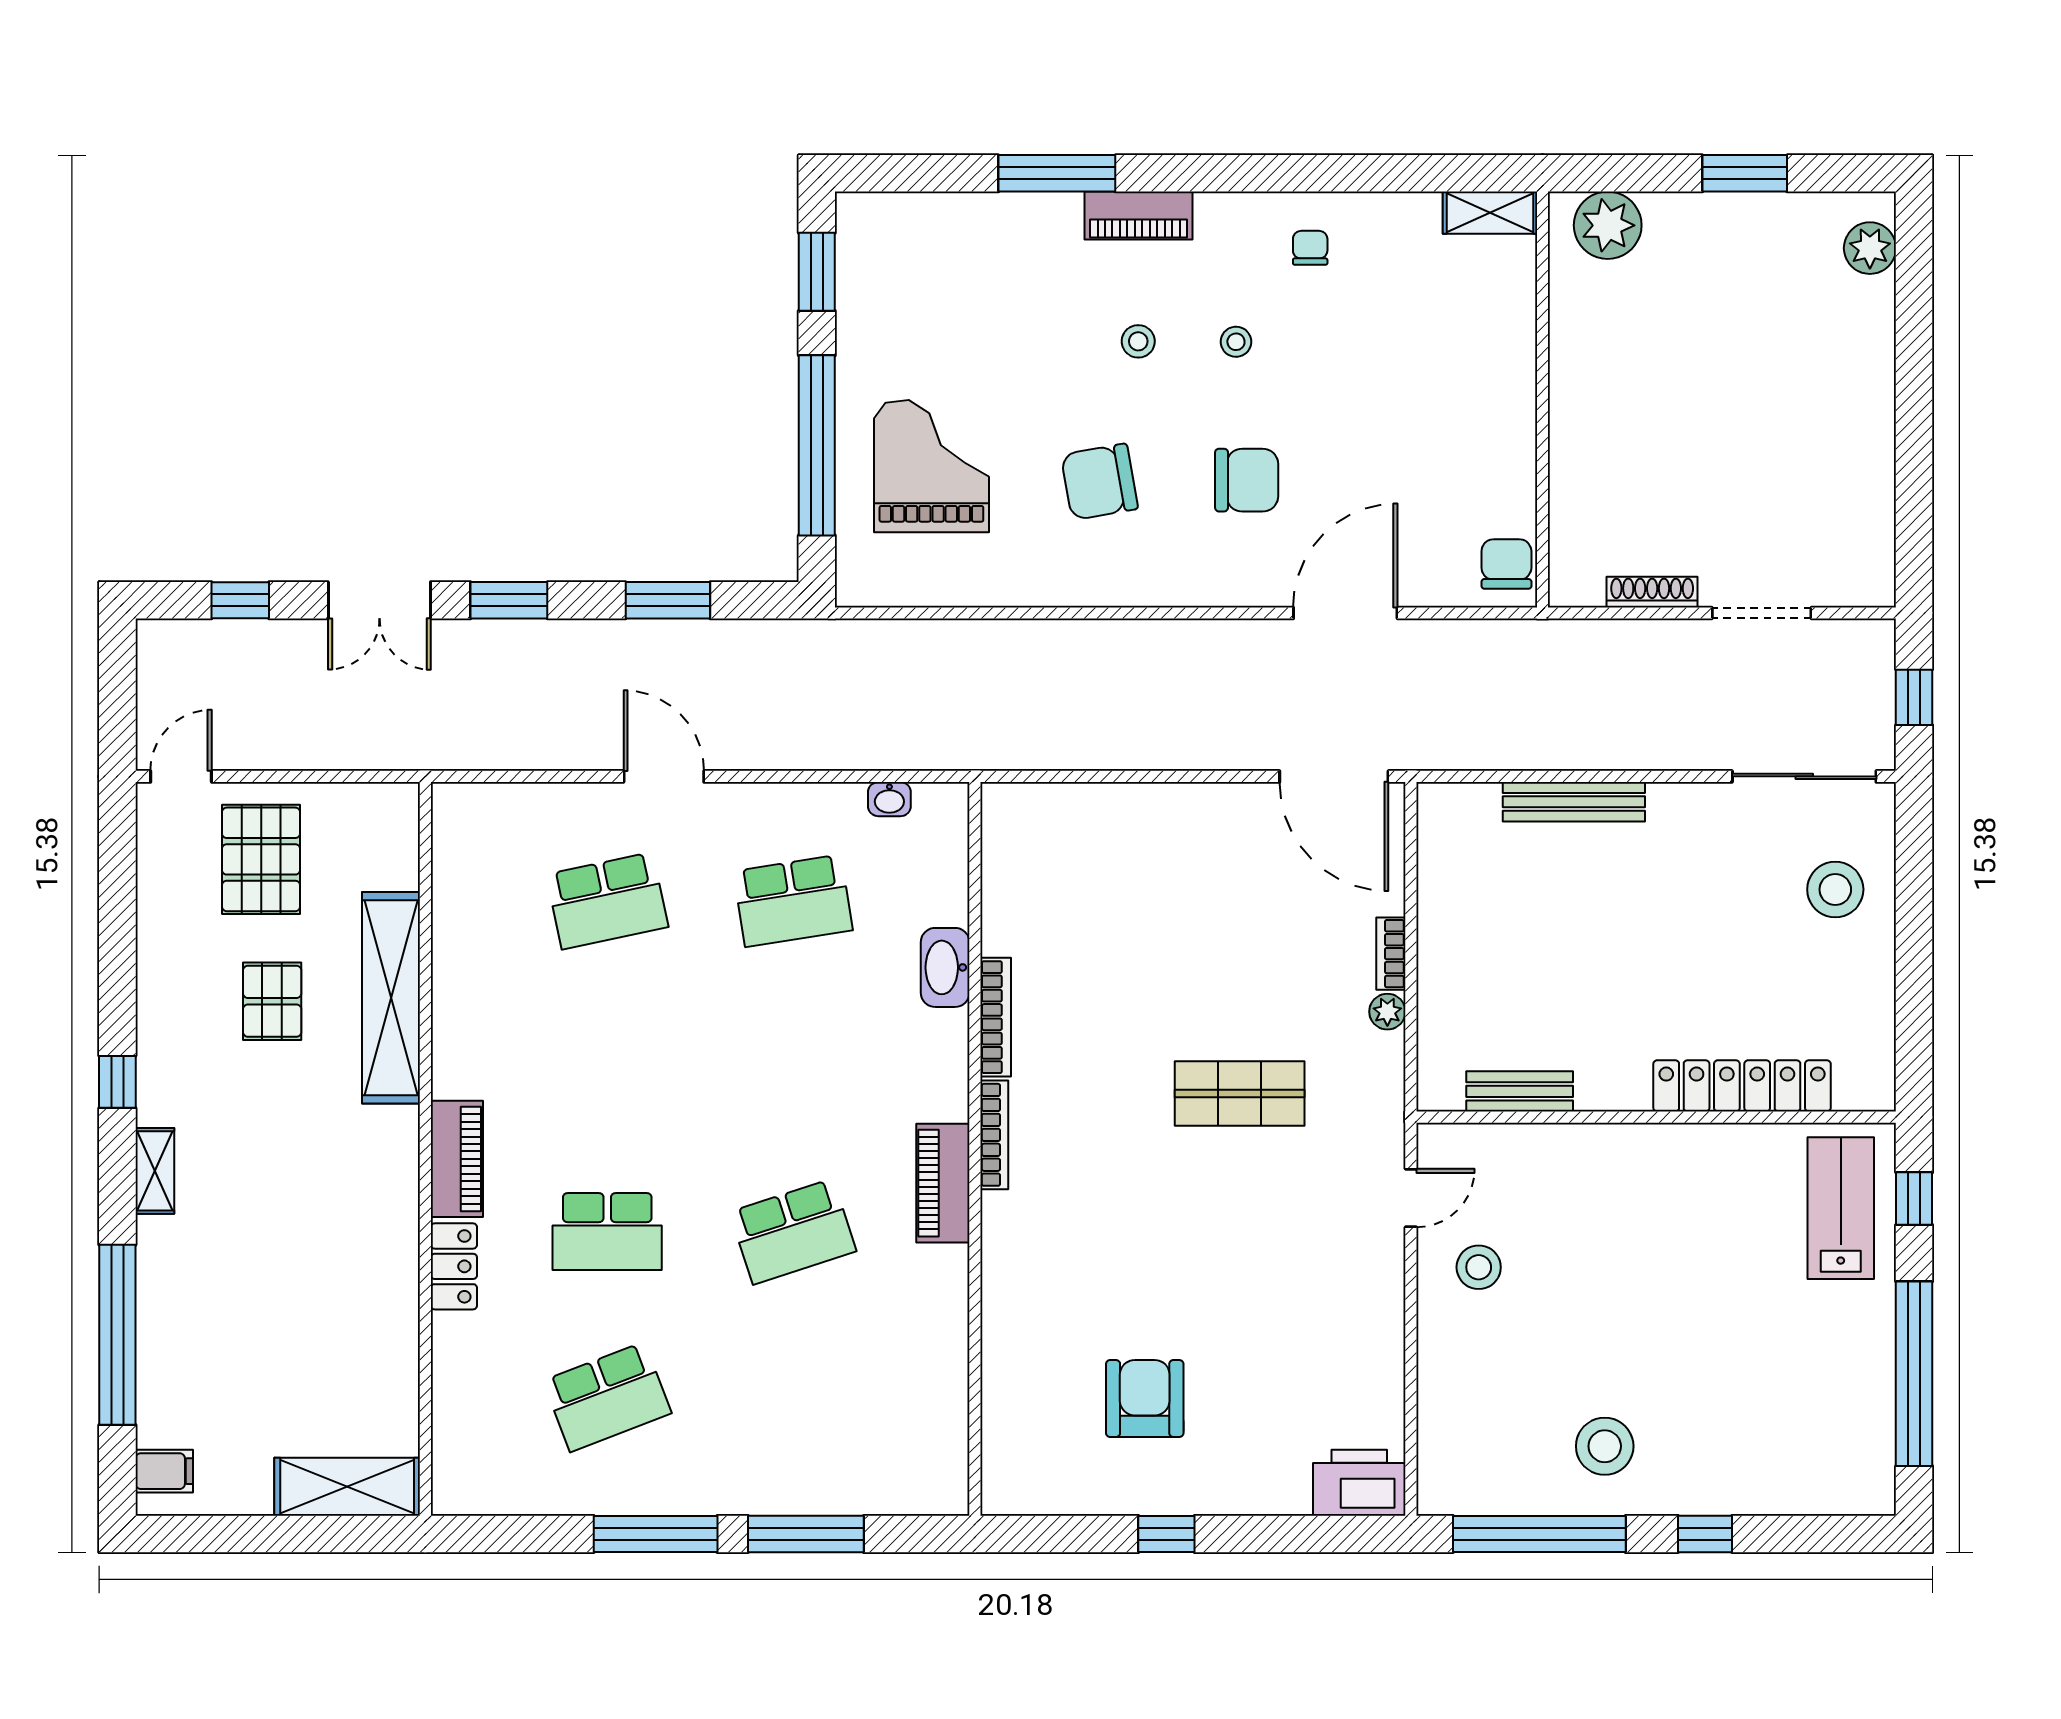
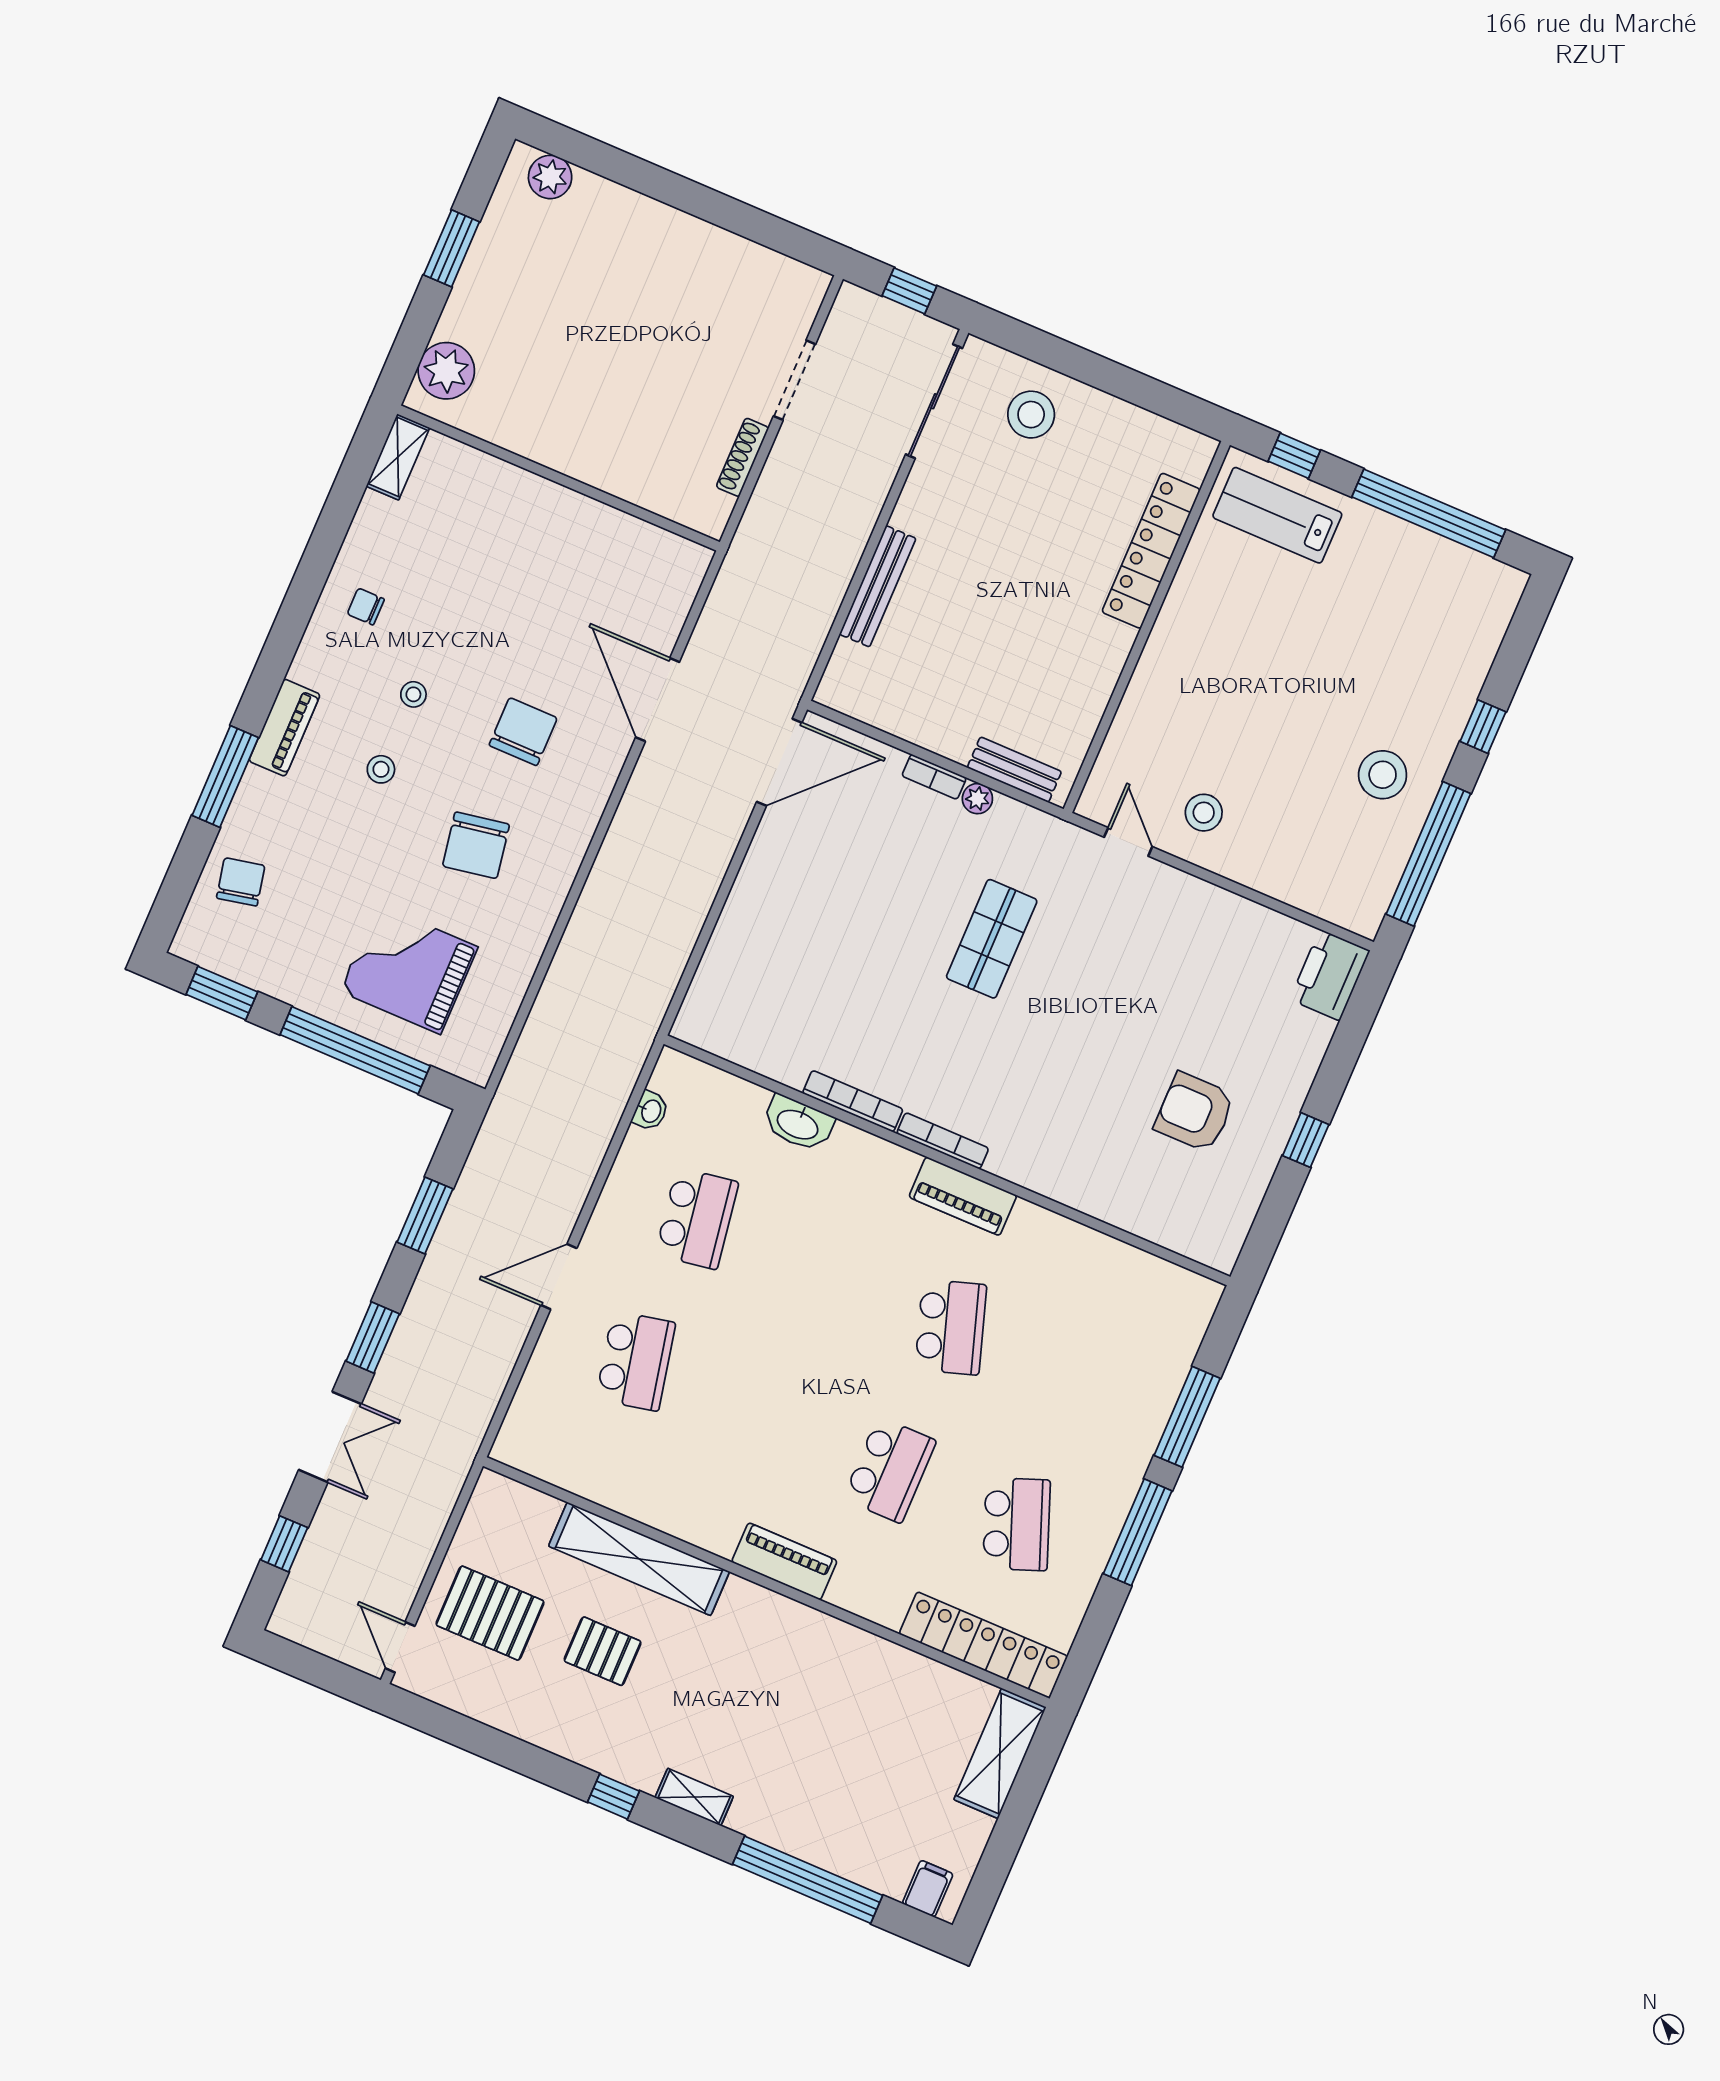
chair: (1506, 564) -> (241, 882), moved, turned 78
bench: (1520, 1091) -> (1014, 770), moved, turned 90
locker: (454, 1266) -> (983, 1645), moved, width x2.16, depth x1.21

